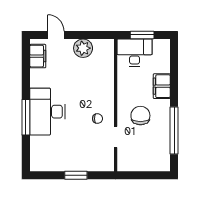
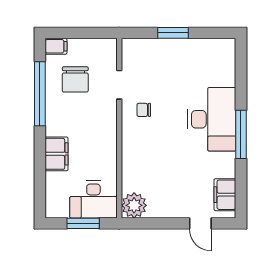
plant: (83, 48) -> (134, 205), moved
chair: (140, 116) -> (75, 79), moved
window: (26, 117) -> (241, 134), moved
filing cabinet: (162, 165) -> (56, 46), added

